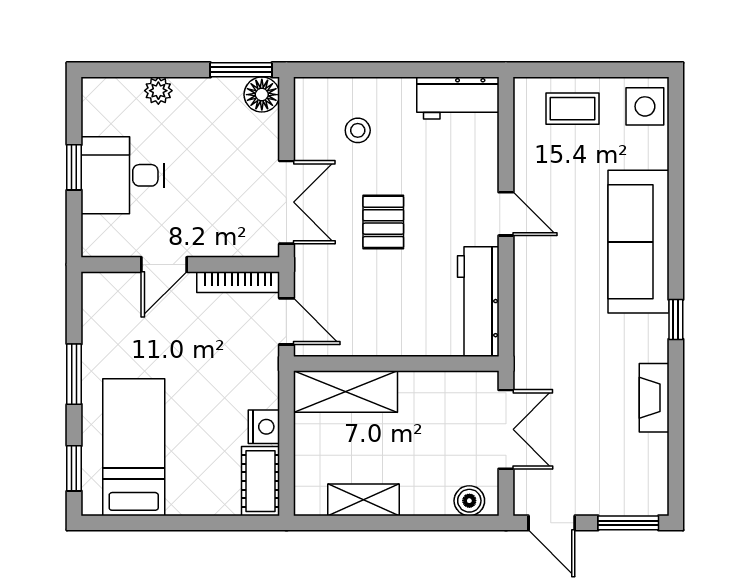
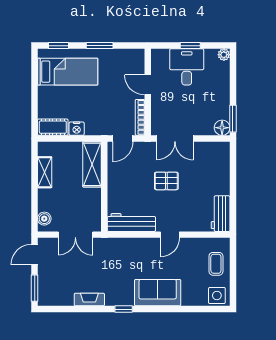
plant: (158, 91) -> (224, 55), moved
stool: (358, 130) -> (206, 170), removed
sofa: (638, 242) -> (158, 293), width x0.73

